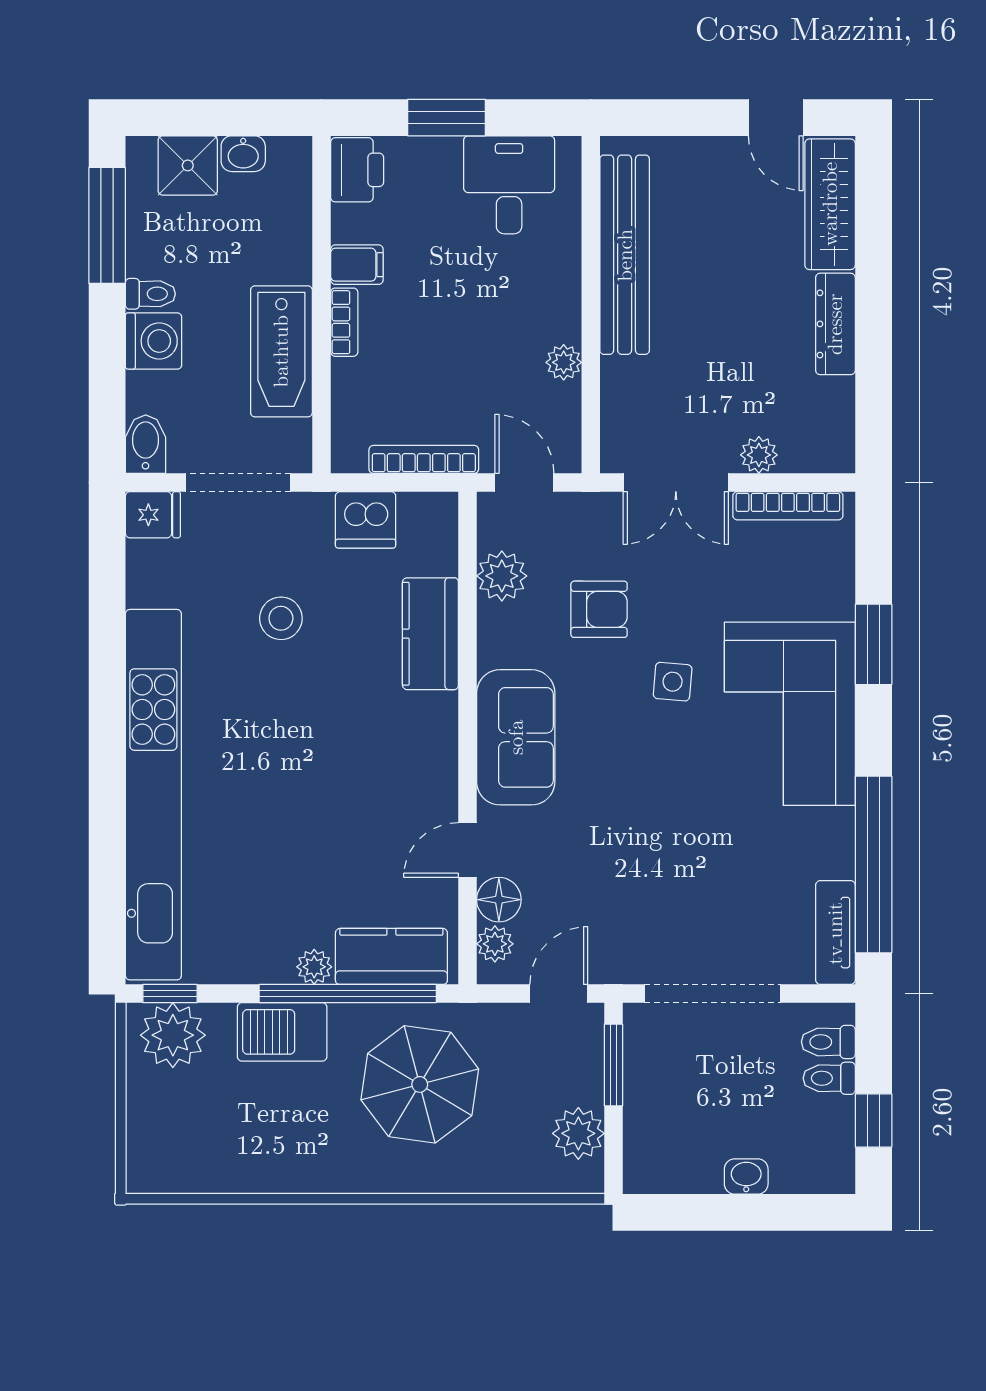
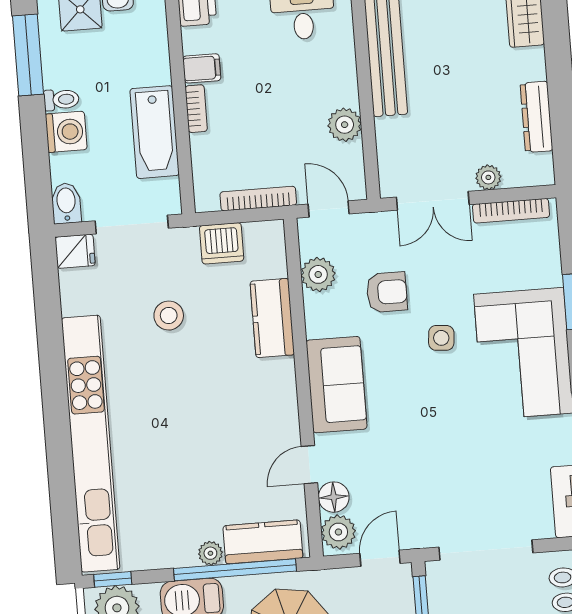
dresser: (835, 324) -> (536, 117), moved
plant: (564, 362) -> (345, 125), width x1.38, depth x1.38
plant: (495, 944) -> (338, 532), width x1.38, depth x1.38

